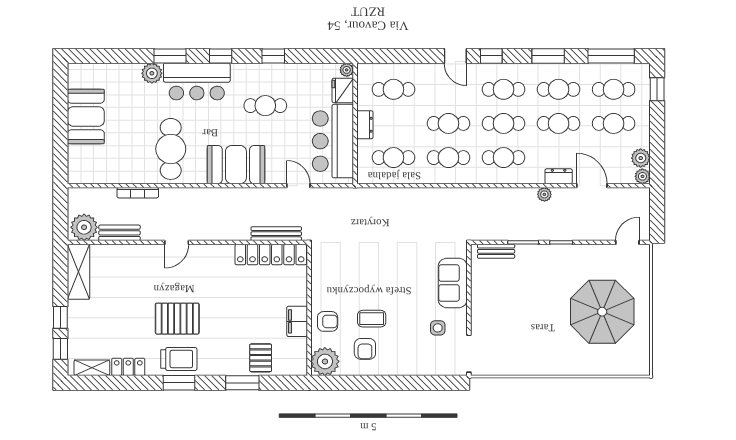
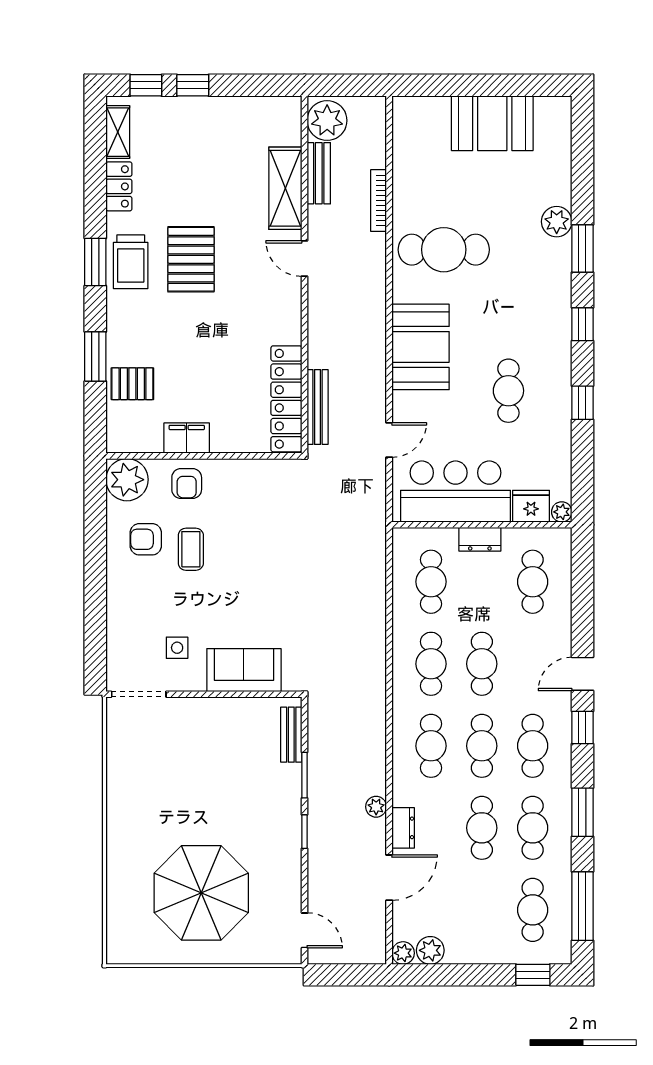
bar counter: (197, 82) -> (544, 289), removed
cafe table: (614, 123) -> (482, 910), removed
shelving: (79, 272) -> (285, 188), moved, turned 90

